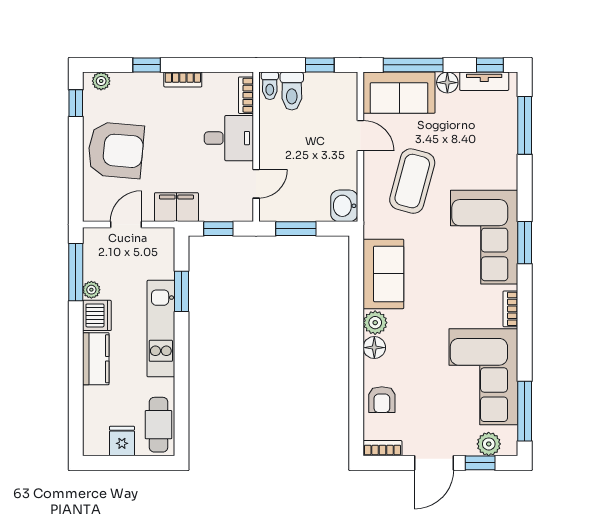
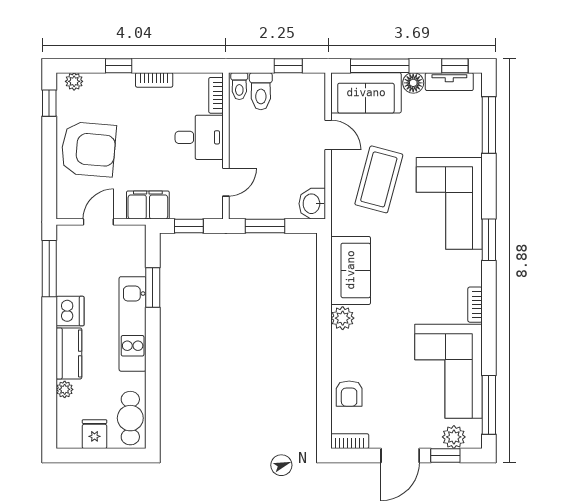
corner sofa: (484, 237) -> (449, 203), moved
plant: (91, 290) -> (65, 389), moved
floor lamp: (374, 348) -> (342, 342), removed

